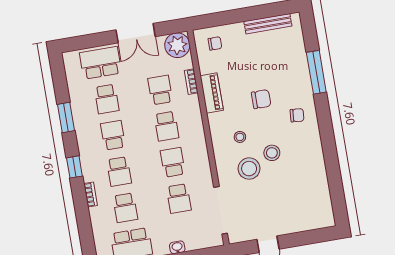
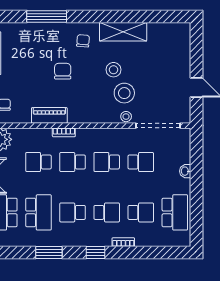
bookcase: (191, 82) -> (64, 132), moved
school desk: (107, 99) -> (38, 212), width x1.85
school desk: (166, 126) -> (73, 162), turned 180
stool: (240, 137) -> (126, 117), moved
shelving: (314, 156) -> (123, 32), added

